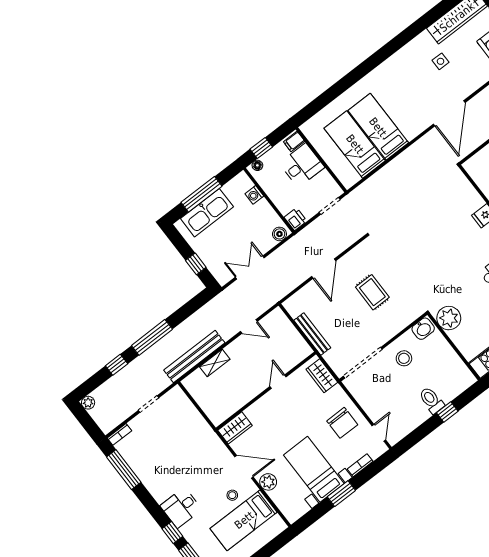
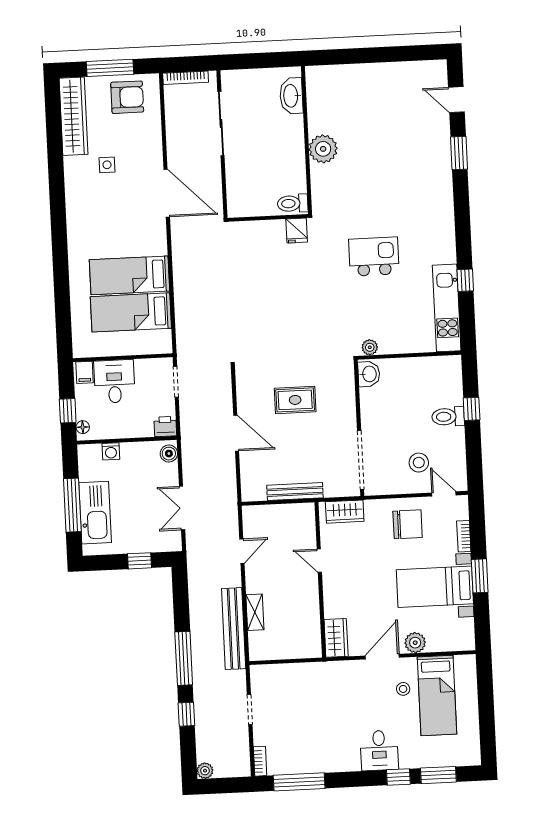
plant: (449, 318) -> (370, 347), width x0.53, depth x0.53
stool: (404, 358) -> (419, 463), moved

